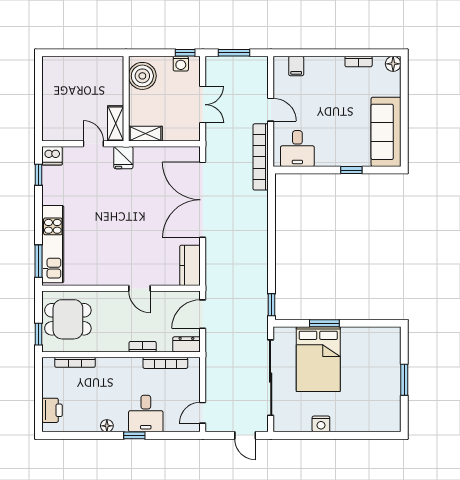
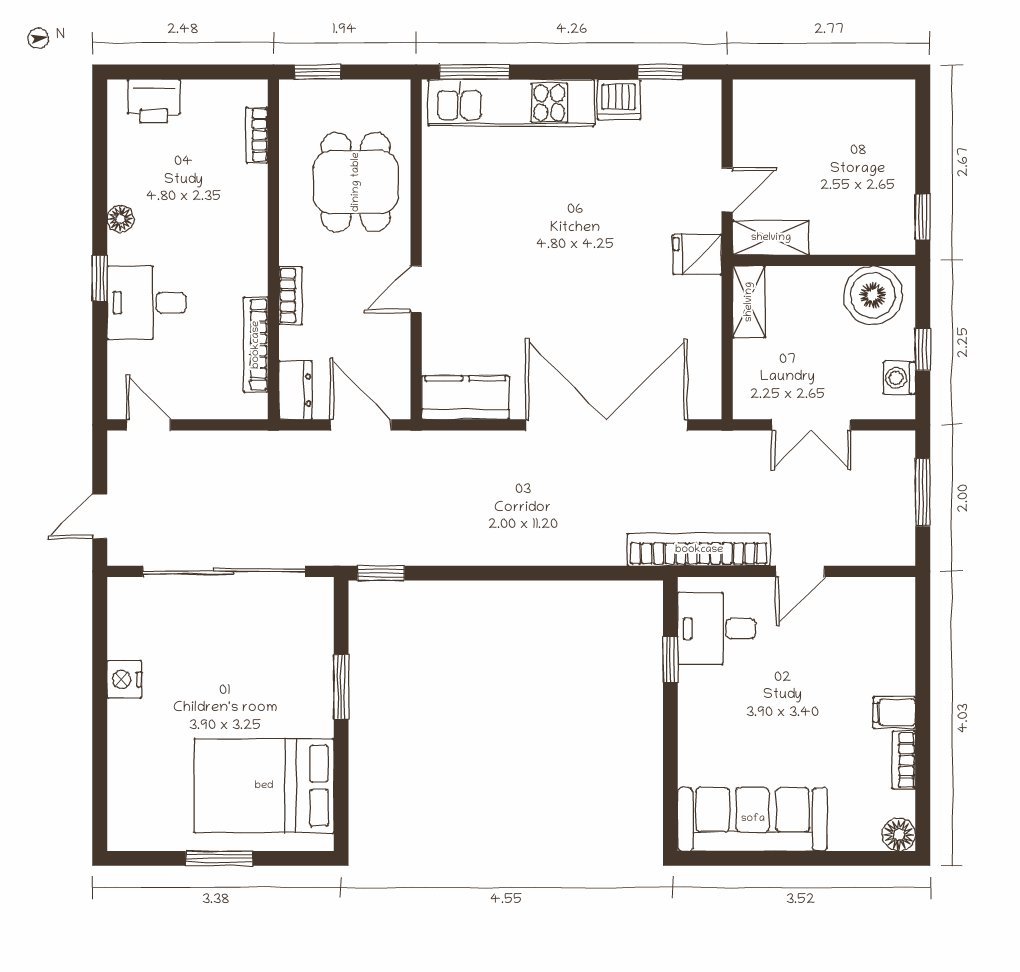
window: (106, 53) -> (923, 217), added
window: (185, 53) -> (923, 349), moved
filing cabinet: (296, 66) -> (894, 712), moved
dishwasher: (52, 156) -> (619, 100), moved, turned -90
window: (351, 170) -> (670, 660), moved
dining table: (68, 319) -> (356, 182), moved
bed: (318, 359) -> (264, 786), moved
bookcase: (75, 362) -> (257, 135), width x0.64

